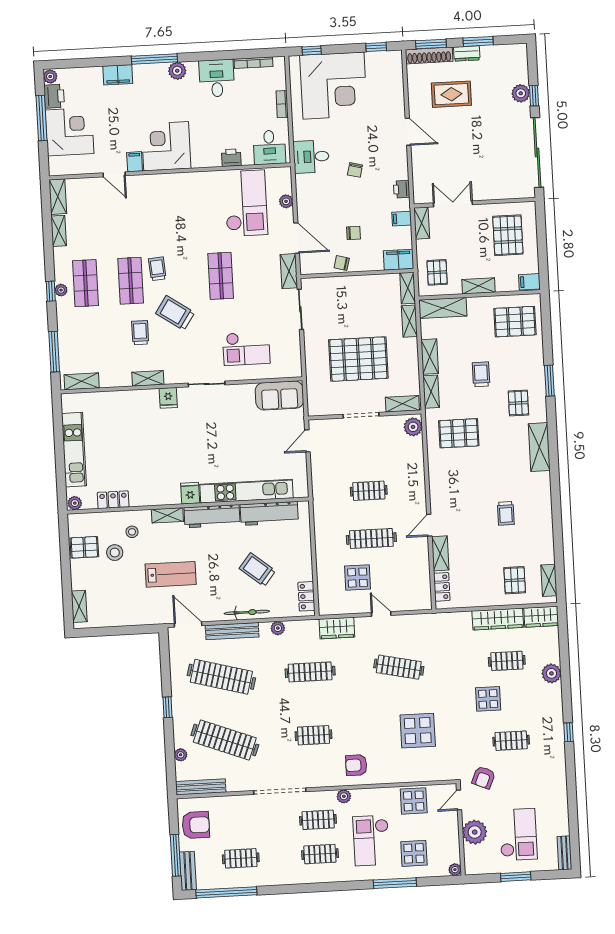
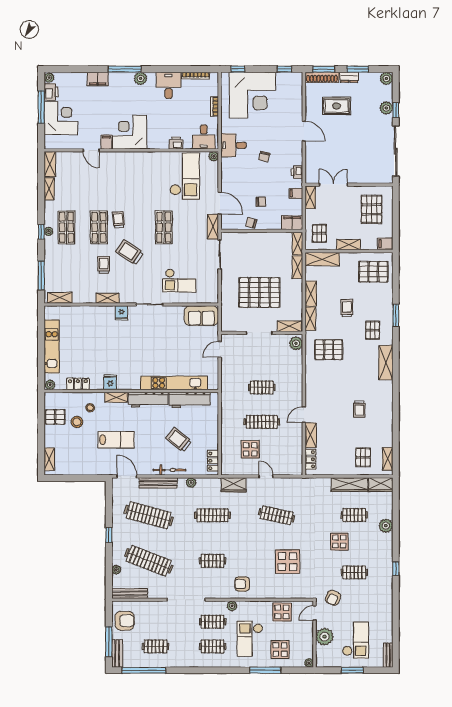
plant: (519, 52) -> (386, 78), added
plant: (286, 201) -> (214, 156), moved
fridge: (190, 493) -> (110, 382), moved

